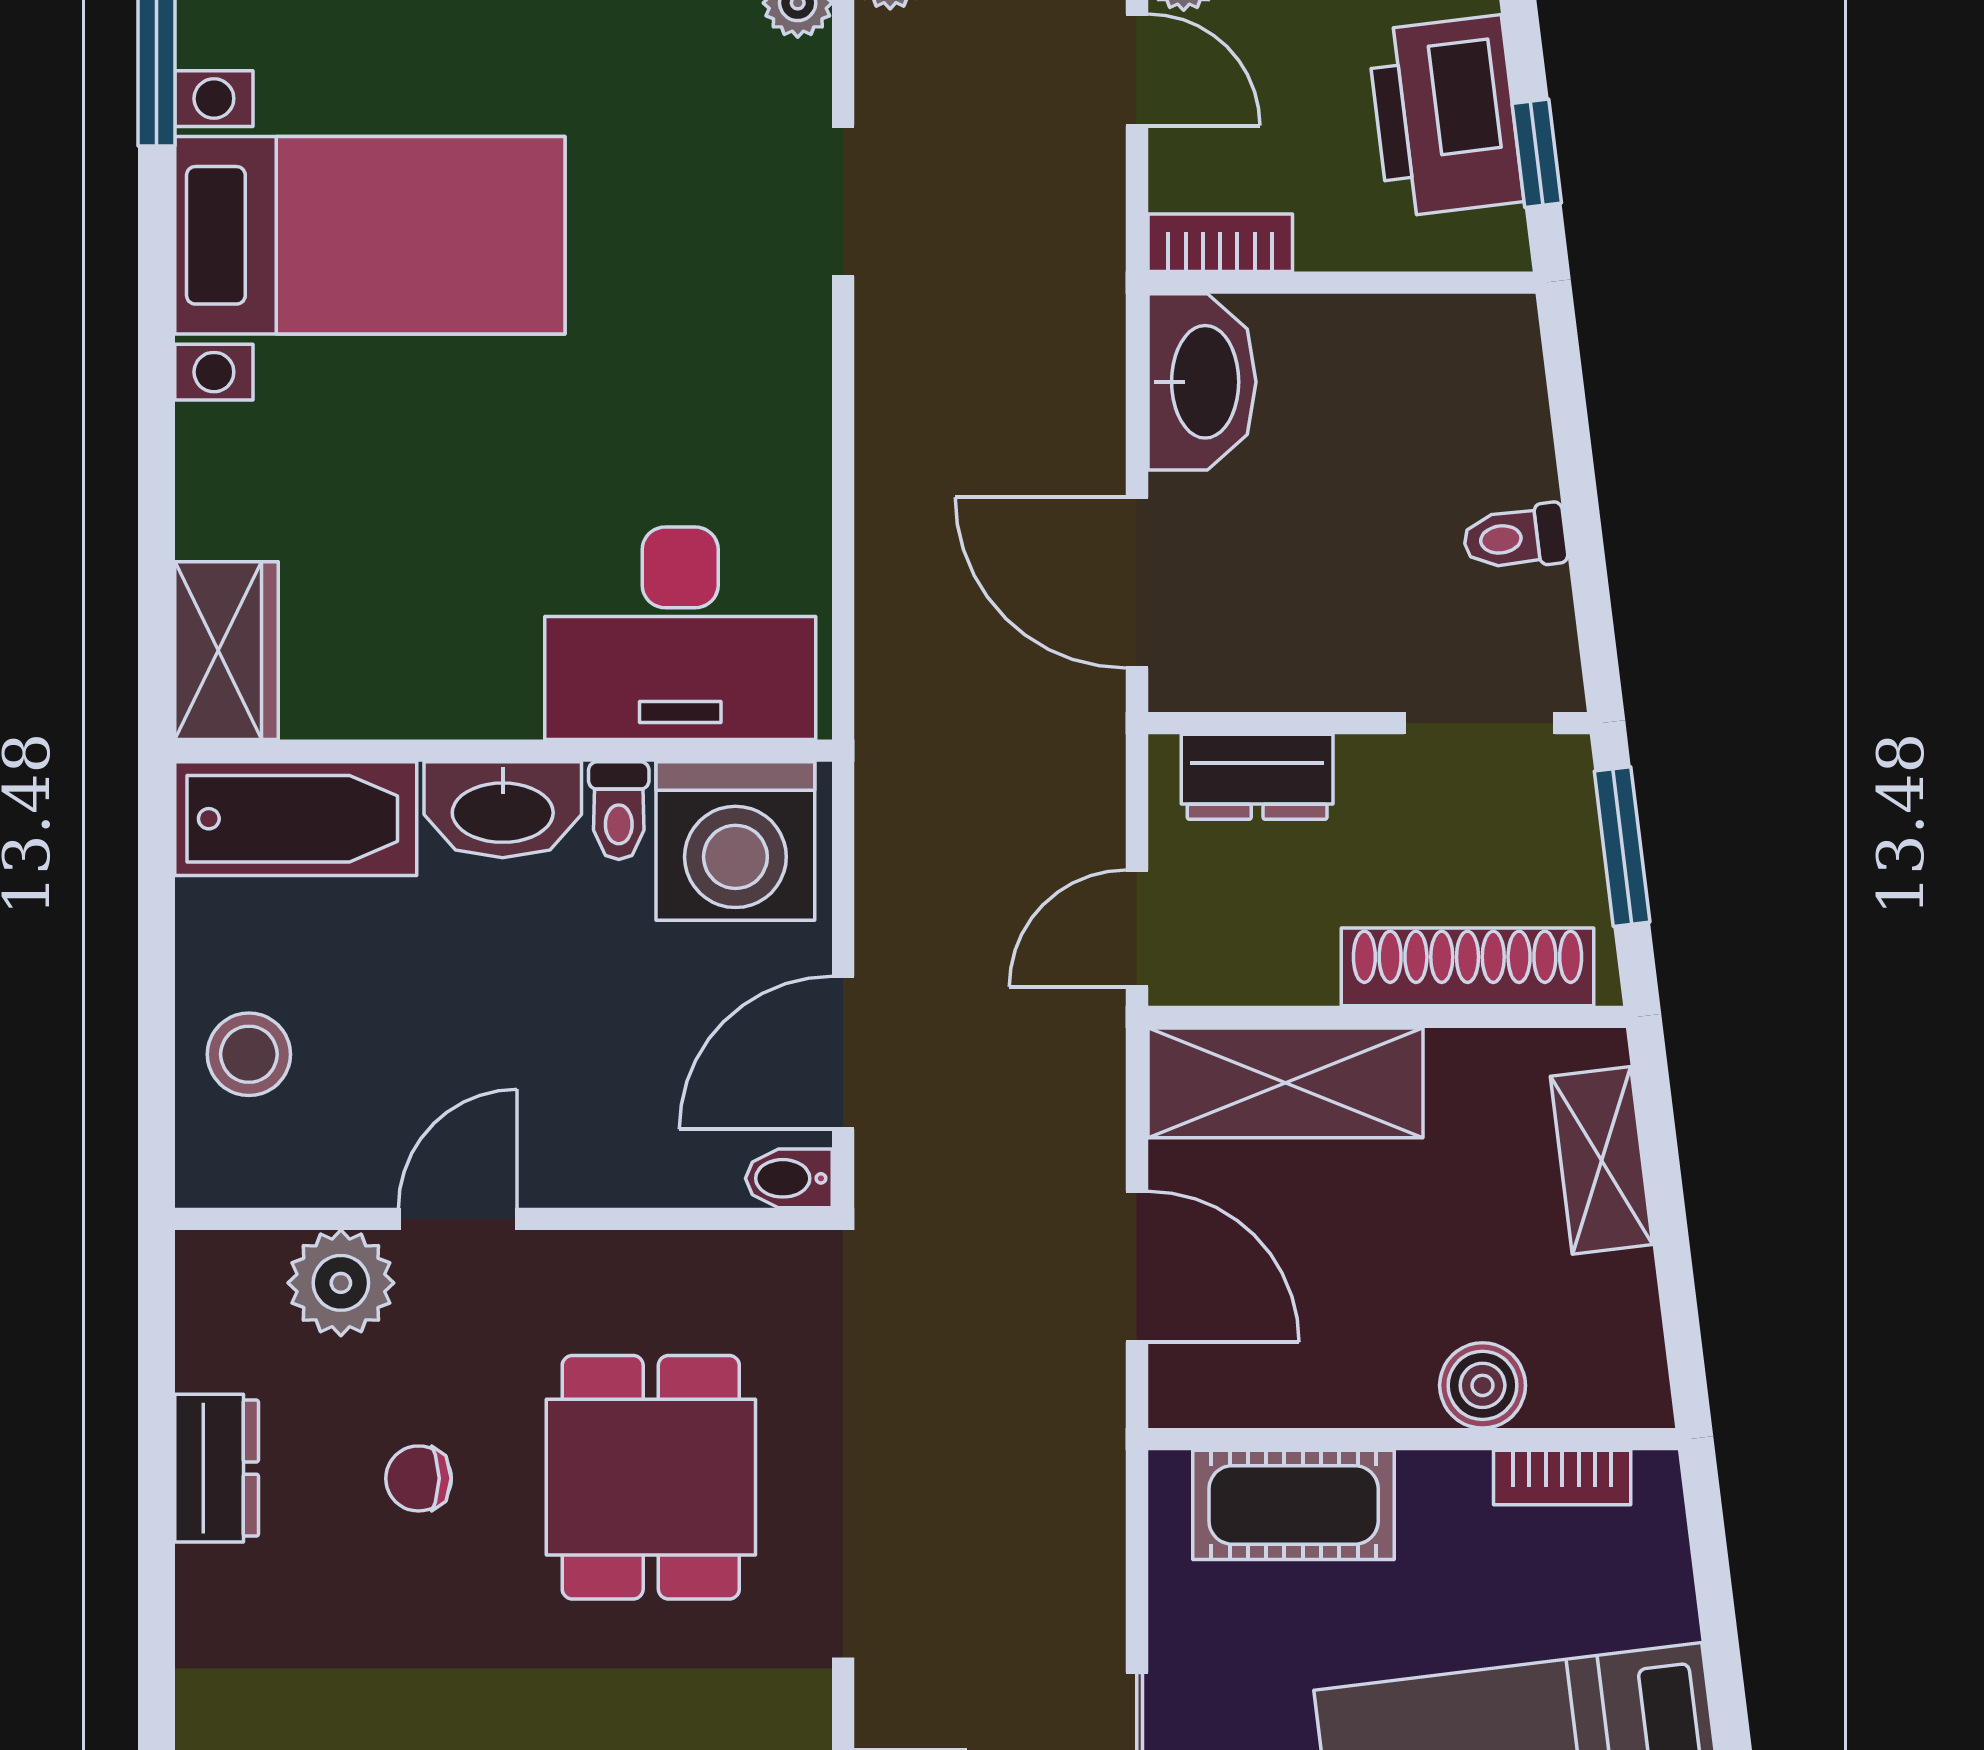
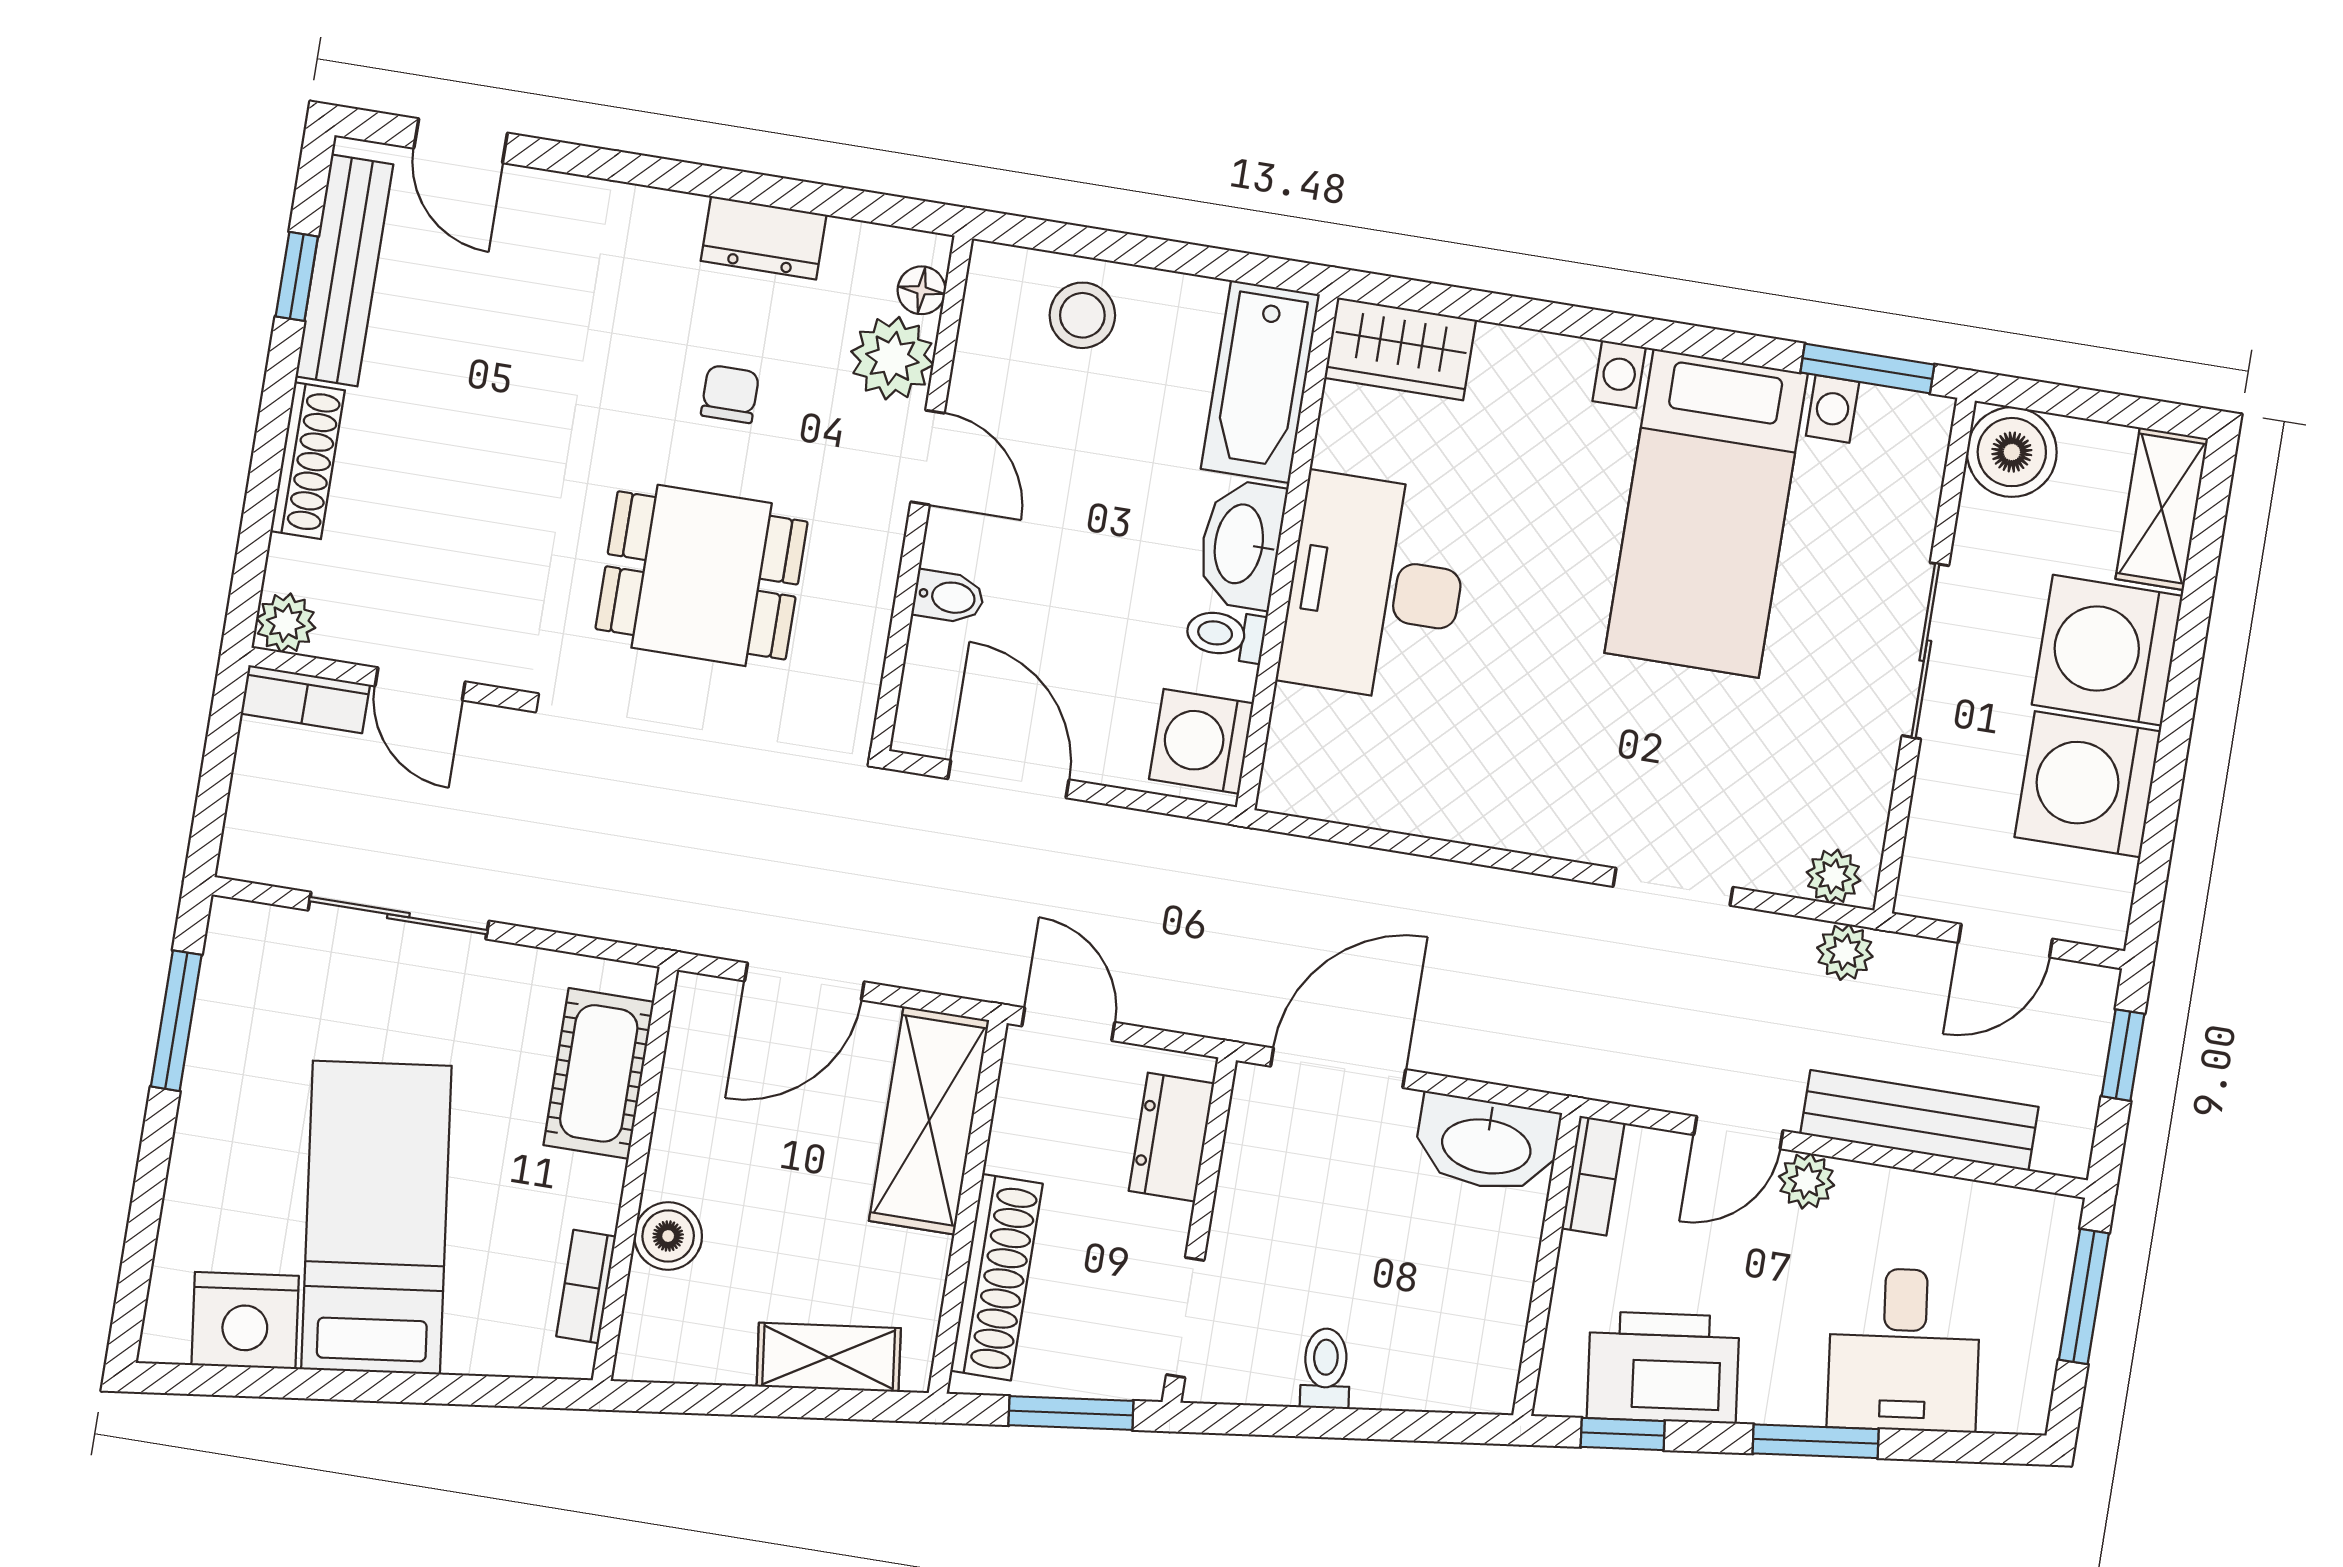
desk: (680, 633) -> (1375, 588), moved
washing machine: (735, 841) -> (1201, 741), width x0.73, depth x0.73
bidet: (789, 1178) -> (949, 597), moved, turned 90
floor lamp: (250, 1260) -> (922, 290), added

